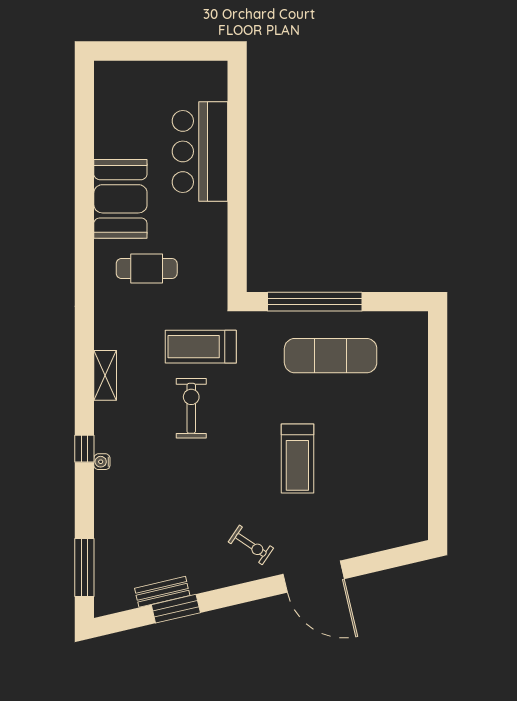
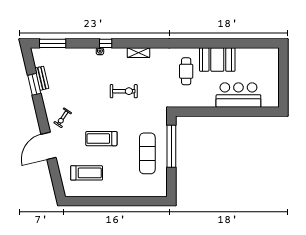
treadmill: (201, 347) -> (87, 173), moved, turned 90

